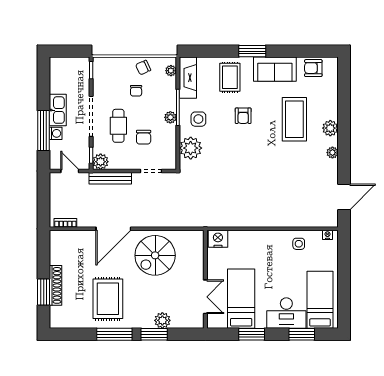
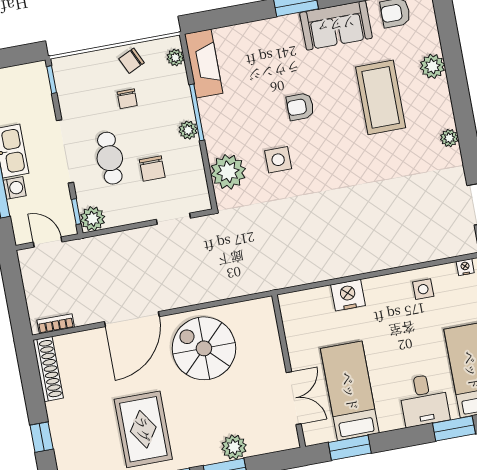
rug: (230, 77) -> (269, 51), removed
armchair: (243, 116) -> (300, 107), turned 90
side table: (198, 119) -> (278, 160), moved
plant: (330, 128) -> (432, 66), moved
bench: (110, 178) -> (112, 242), removed
nightstand: (218, 239) -> (348, 295), moved
spiral stairs: (155, 255) -> (204, 348), turned 90
shoe rack: (55, 285) -> (48, 369), moved
window: (44, 292) -> (42, 437), width x0.67
desk: (286, 313) -> (424, 400), width x0.73
window: (252, 334) -> (350, 448), moved

